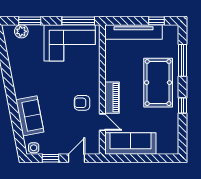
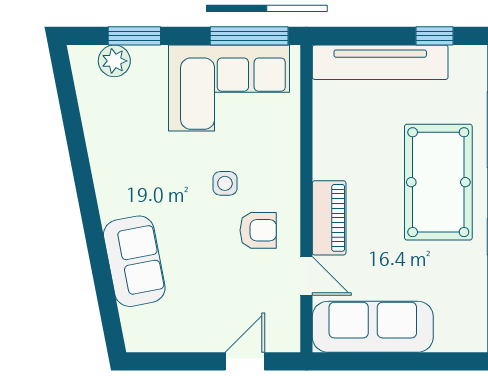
armchair: (82, 103) -> (258, 230), turned 180
side table: (34, 148) -> (225, 183), moved
window: (50, 158) -> (183, 361), removed

